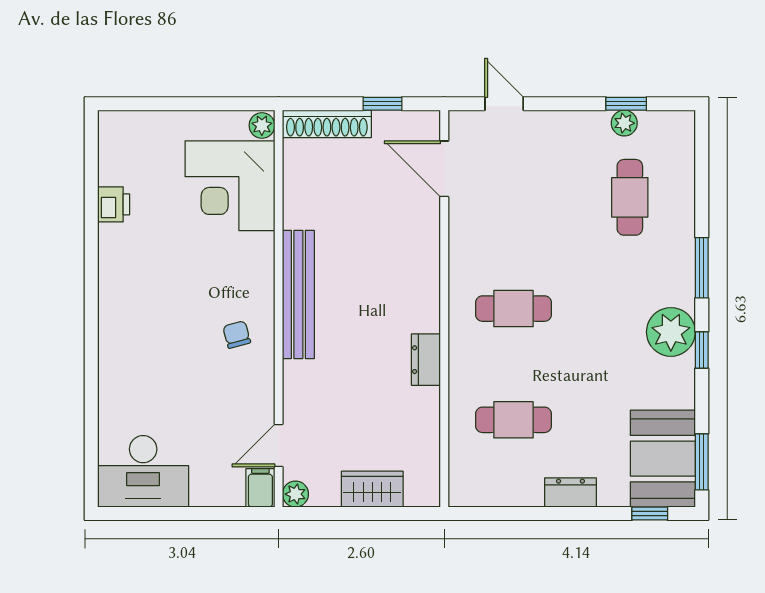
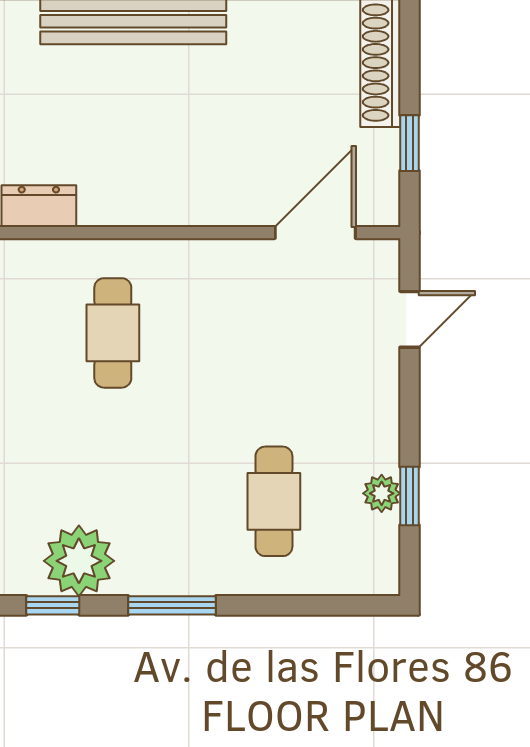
cafe table: (630, 197) -> (274, 501), turned 90

